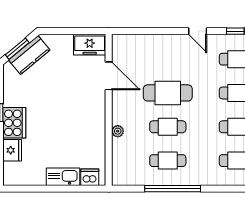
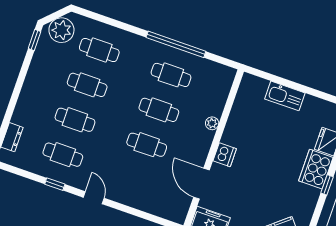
cafe table: (168, 93) -> (147, 145), width x0.73, depth x0.74
dishwasher: (90, 177) -> (225, 155), moved, turned -90

